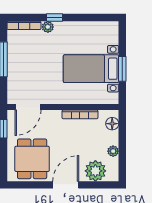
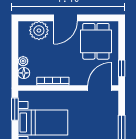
window: (122, 69) -> (15, 109), moved
plant: (113, 151) -> (23, 61), moved

